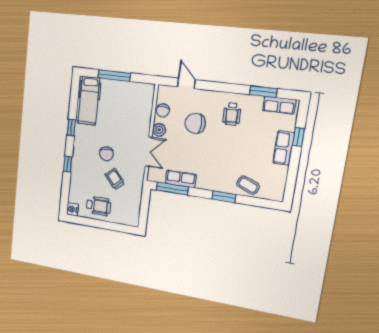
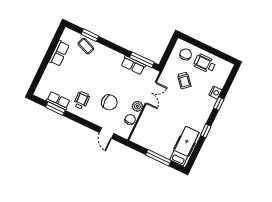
row of seats: (279, 105) -> (58, 101), moved
window: (298, 137) -> (42, 70), removed
row of seats: (284, 148) -> (59, 53), moved
double door: (149, 152) -> (151, 93), swing flipped
chair: (106, 154) -> (186, 54), moved
window: (224, 197) -> (90, 35), moved
nightstand: (72, 209) -> (215, 93), moved

